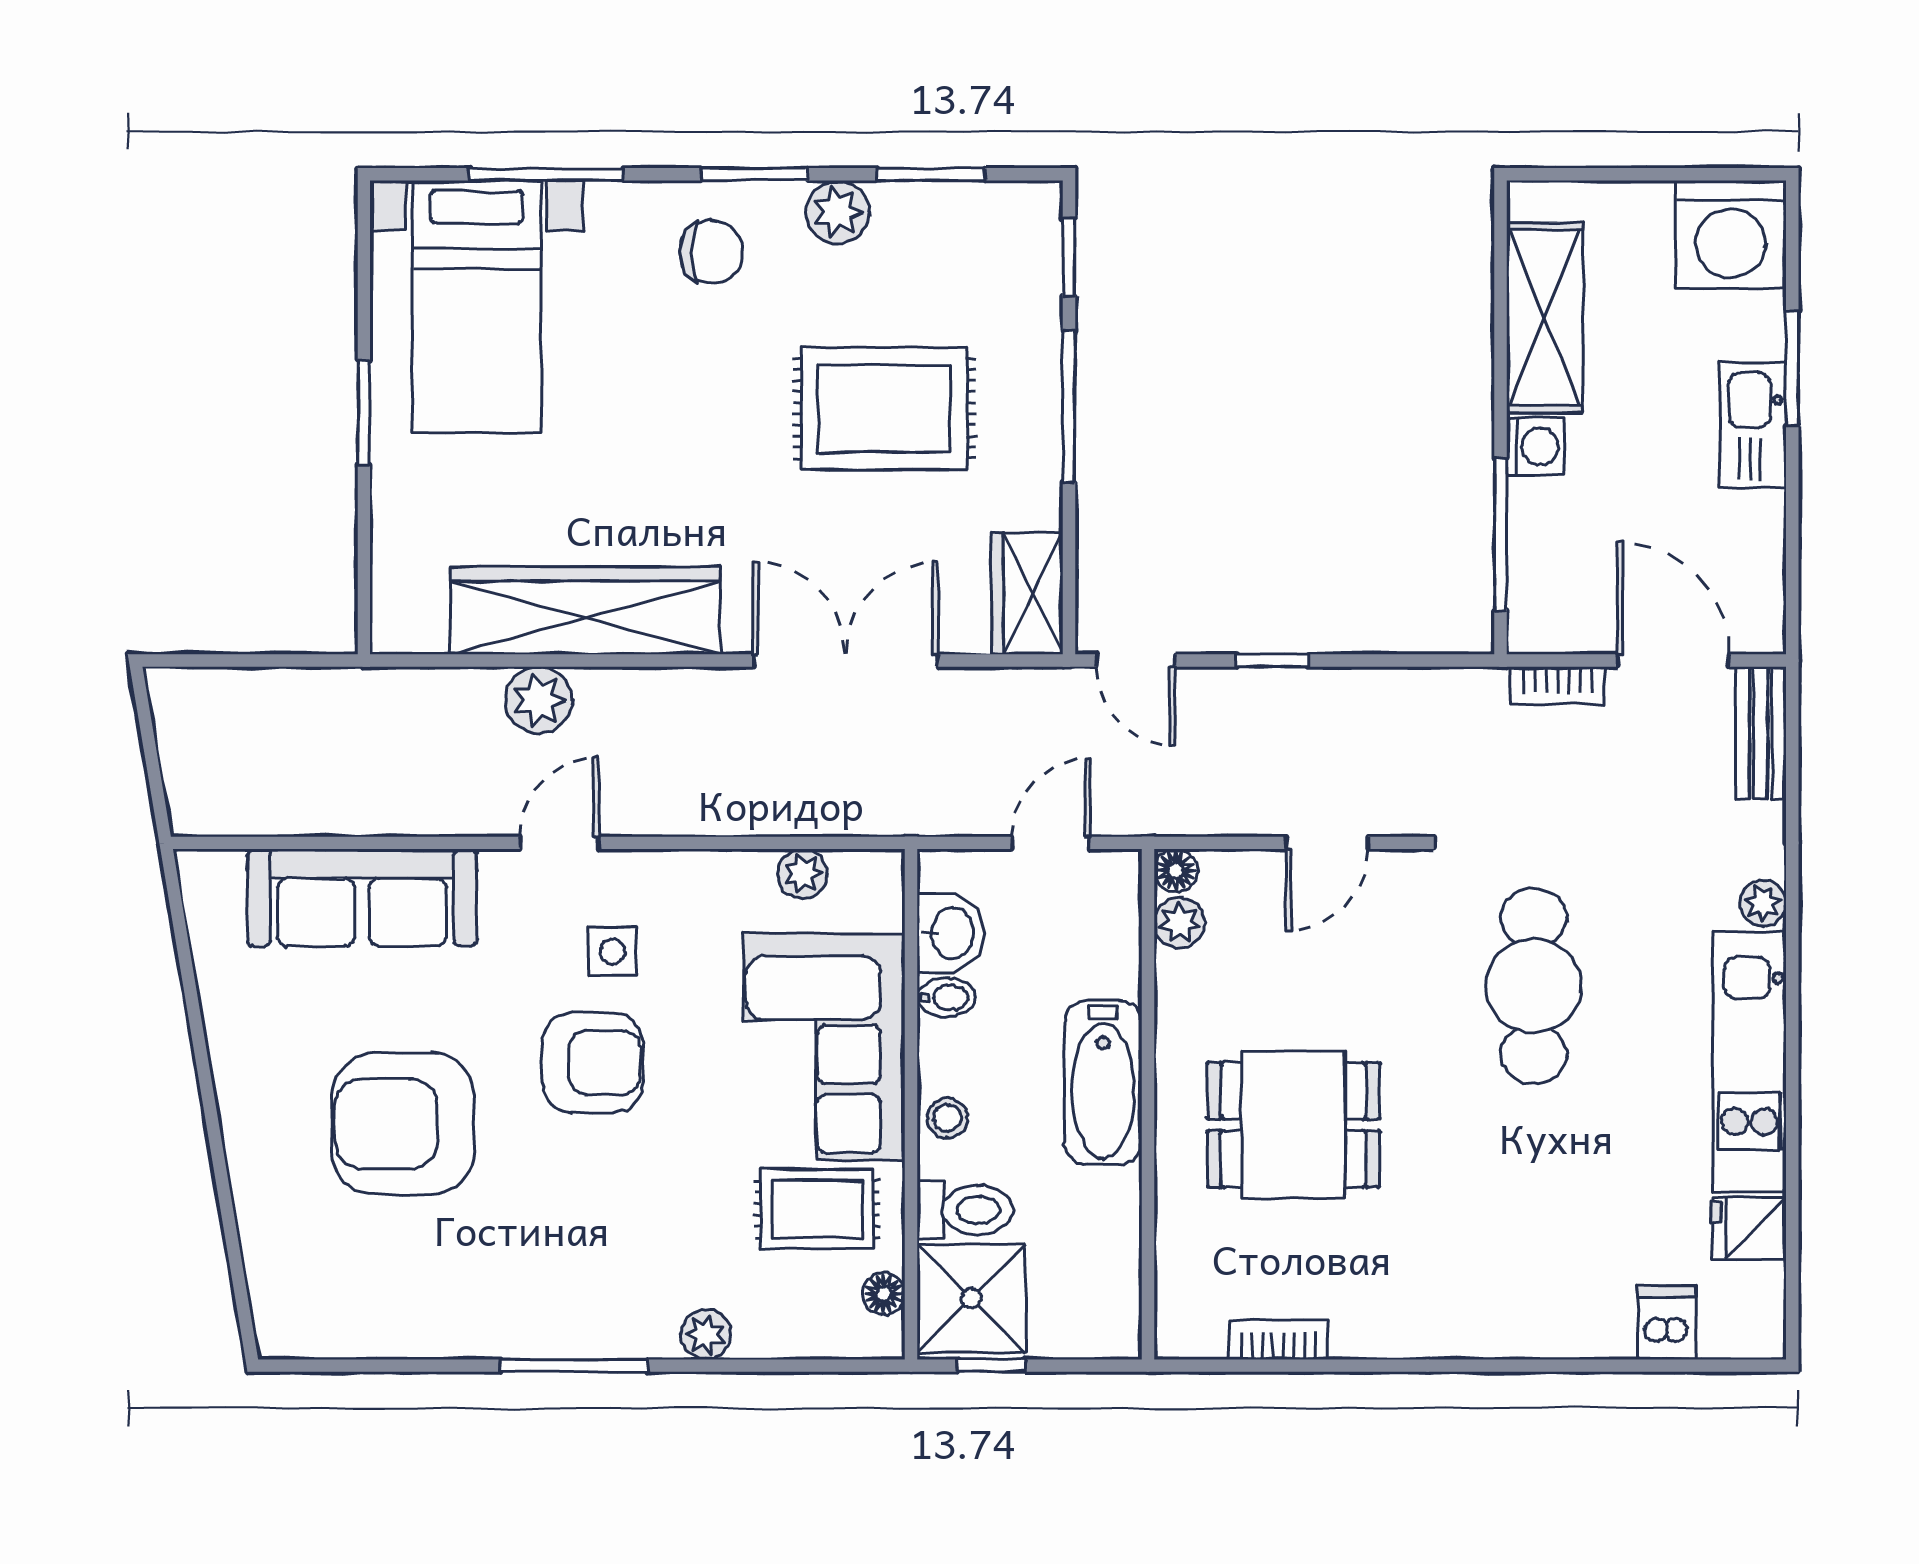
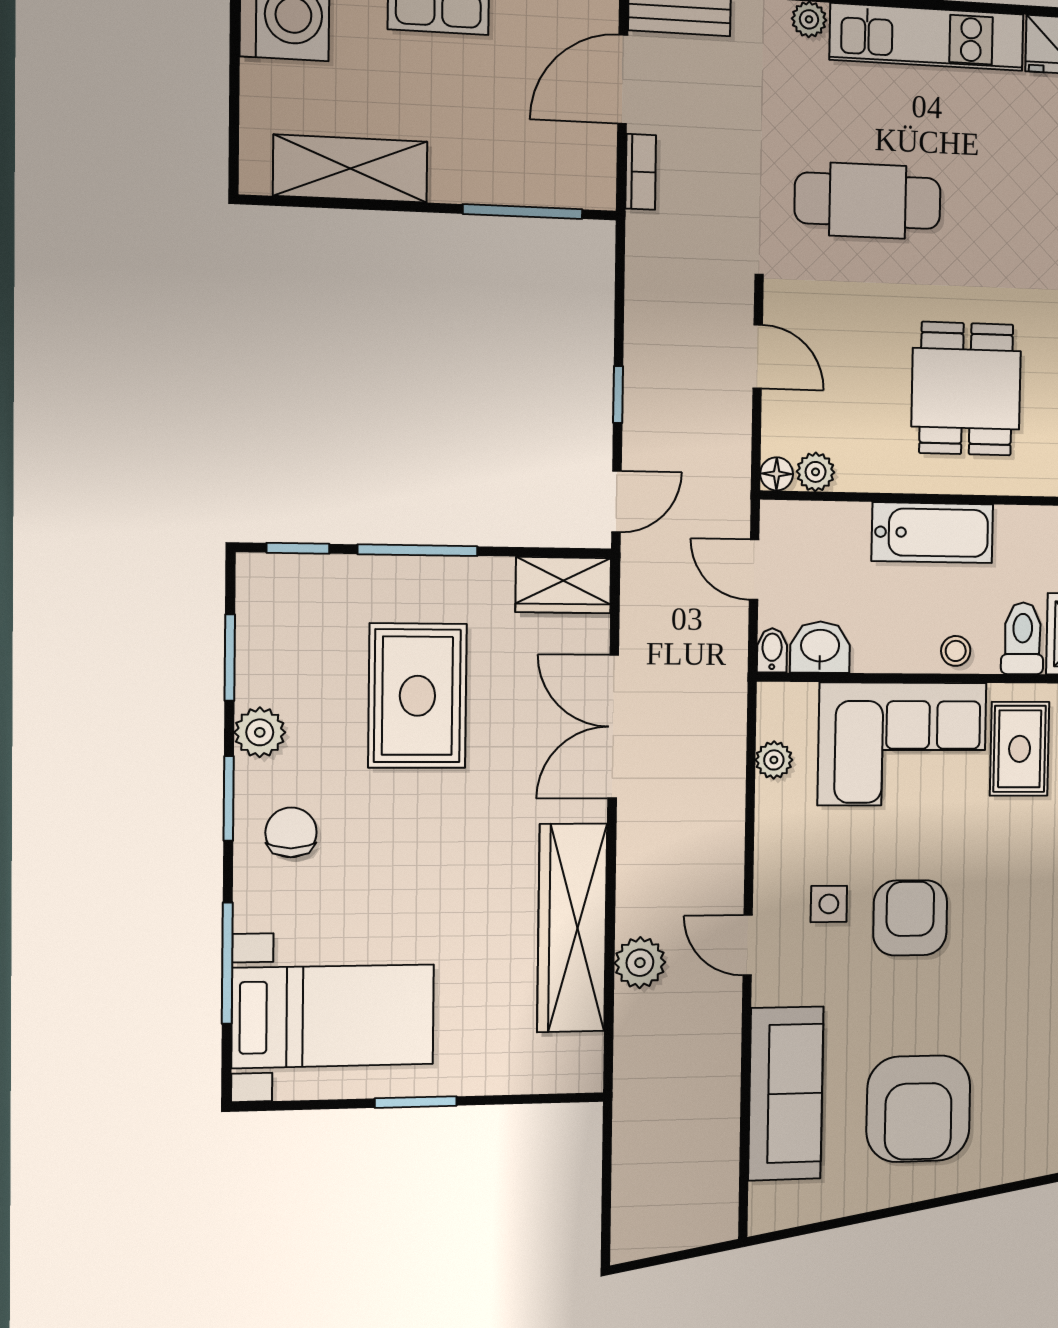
washing machine: (1535, 447) -> (453, 181), removed
bidet: (946, 997) -> (772, 650), moved
armchair: (403, 1124) -> (918, 1109), moved

